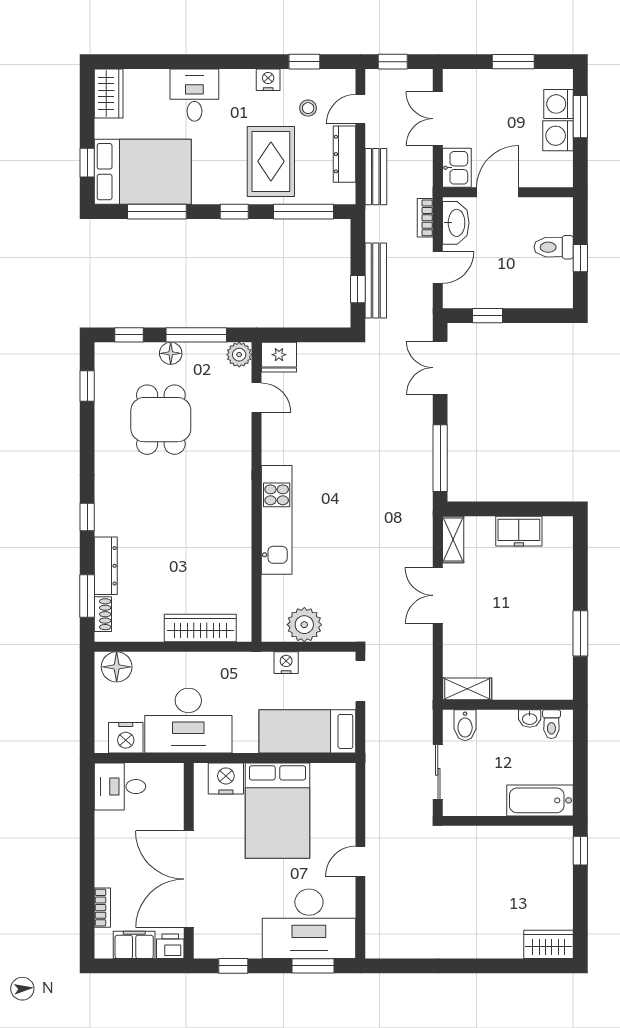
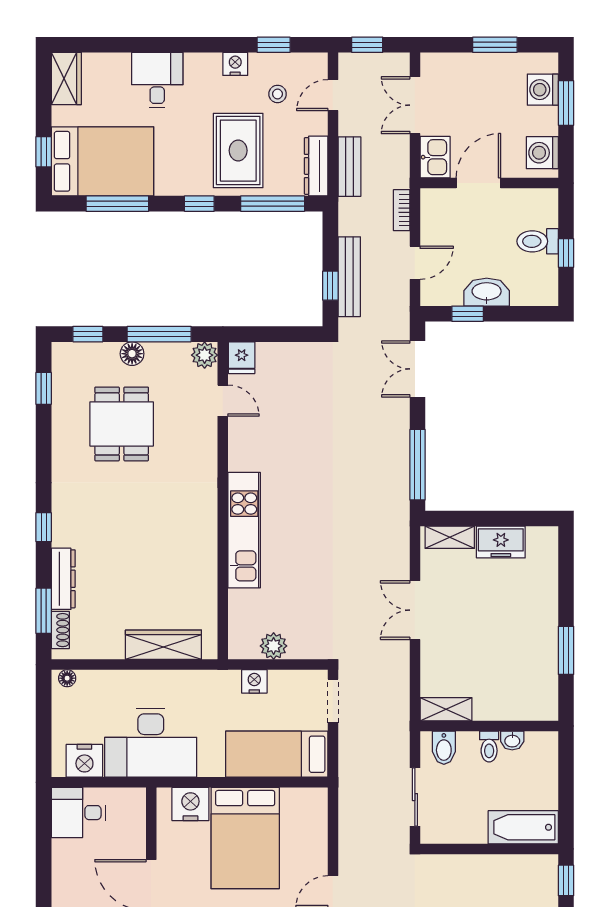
washing machine: (558, 136) -> (542, 153), moved
dresser: (345, 154) -> (316, 166), moved
washbasin: (456, 223) -> (487, 292), moved, turned -90
fridge: (279, 357) -> (242, 358), width x0.72
shelving: (453, 540) -> (450, 537), moved, turned 90
plant: (304, 625) -> (274, 646), width x0.73, depth x0.73
floor lamp: (117, 667) -> (67, 678), width x0.53, depth x0.53
toilet: (551, 724) -> (489, 747), moved

